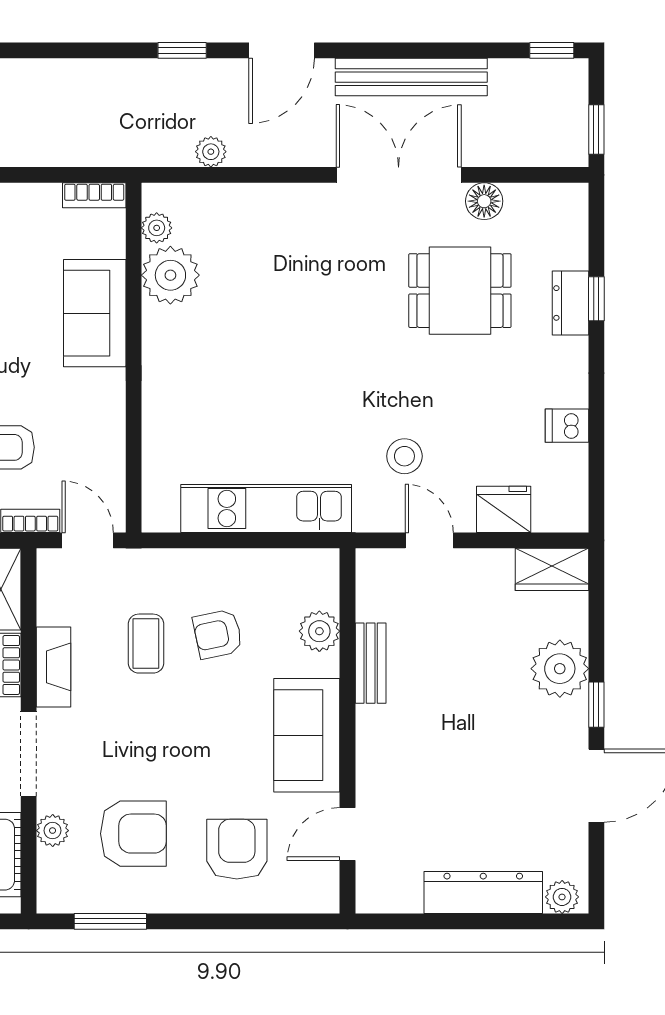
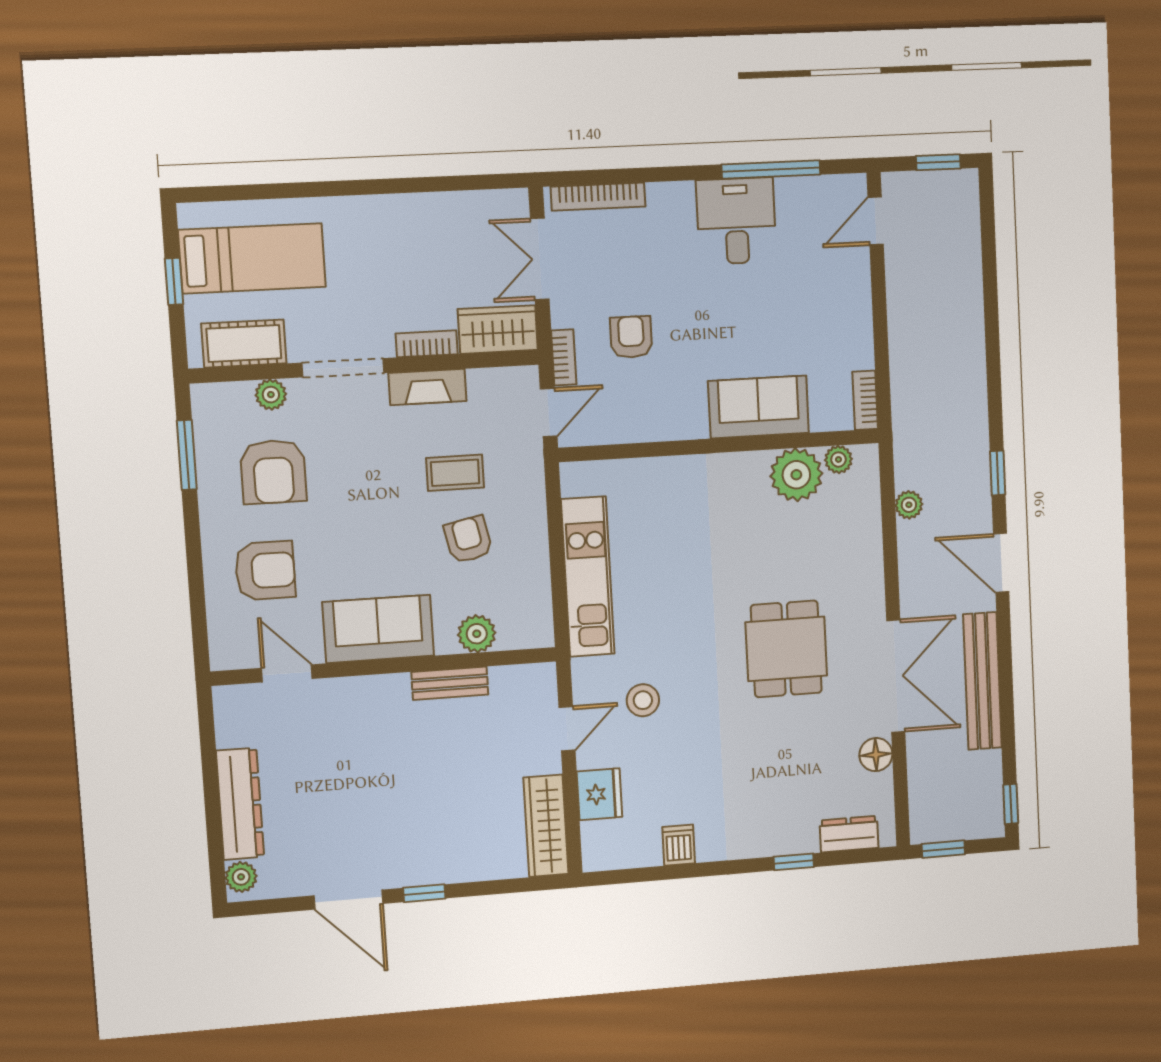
dining table: (460, 291) -> (786, 649), moved
dresser: (570, 303) -> (849, 834), moved
wardrobe: (552, 569) -> (546, 826), width x1.50
plant: (560, 669) -> (456, 857), removed

